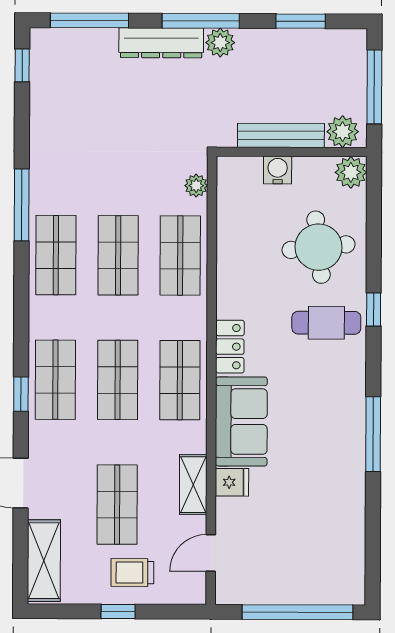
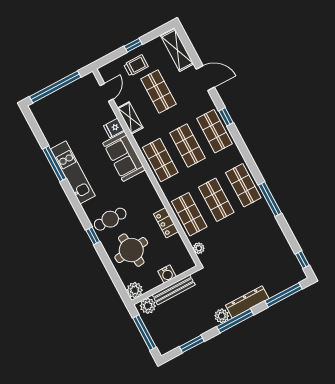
locker: (230, 347) -> (166, 223), moved
window: (373, 434) -> (54, 164), moved
kitchen unit: (348, 442) -> (73, 172), added

